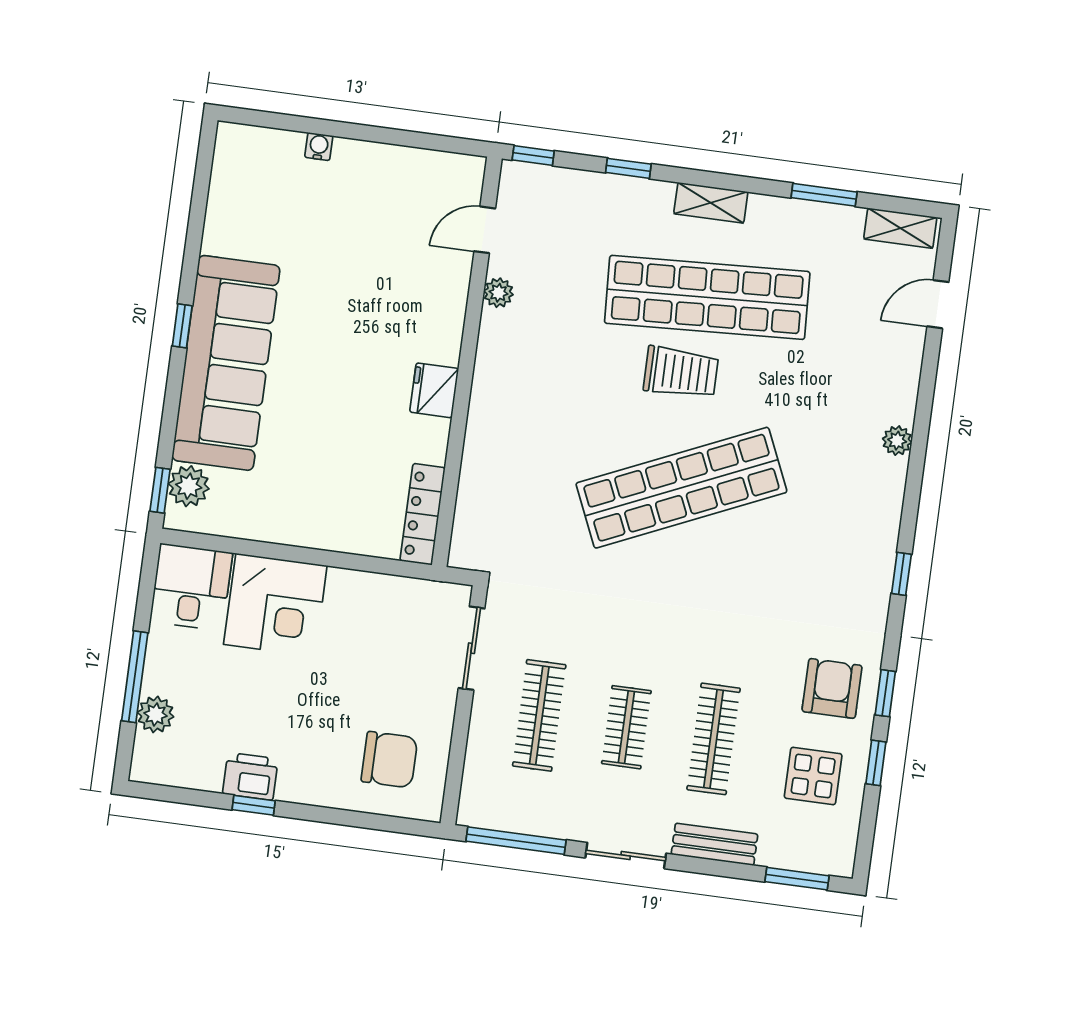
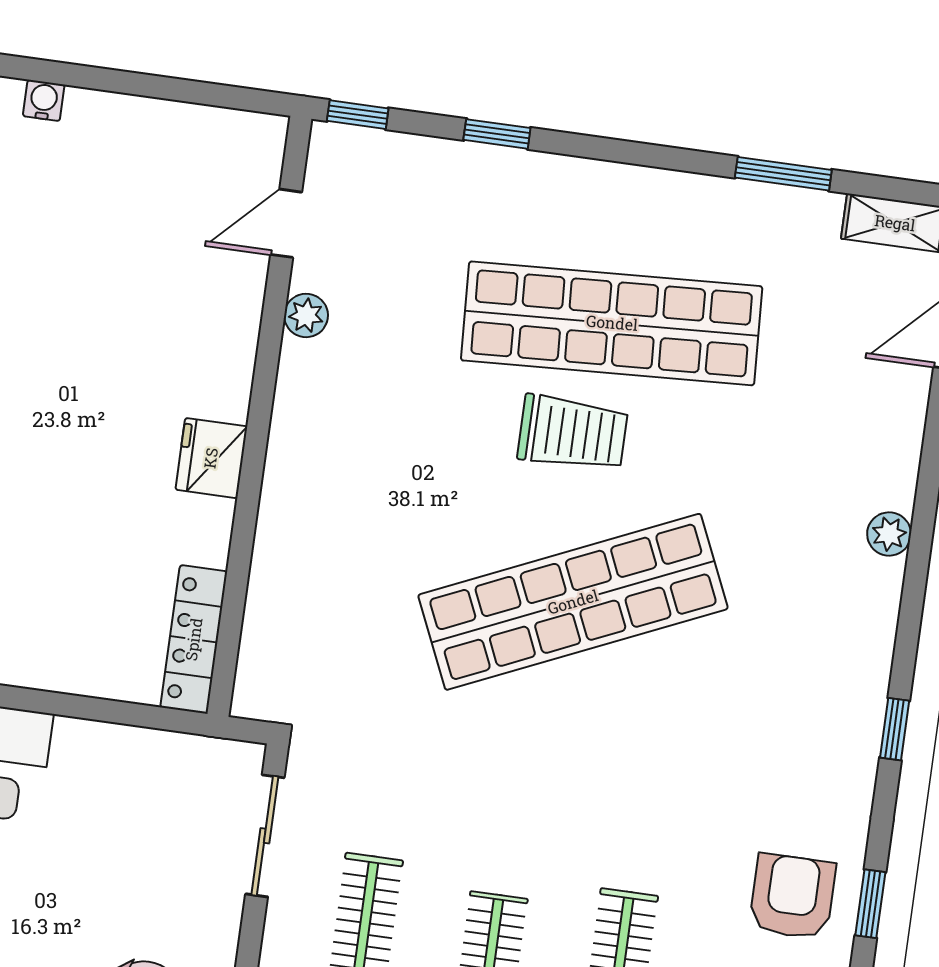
shelving: (711, 203) -> (617, 185), removed

